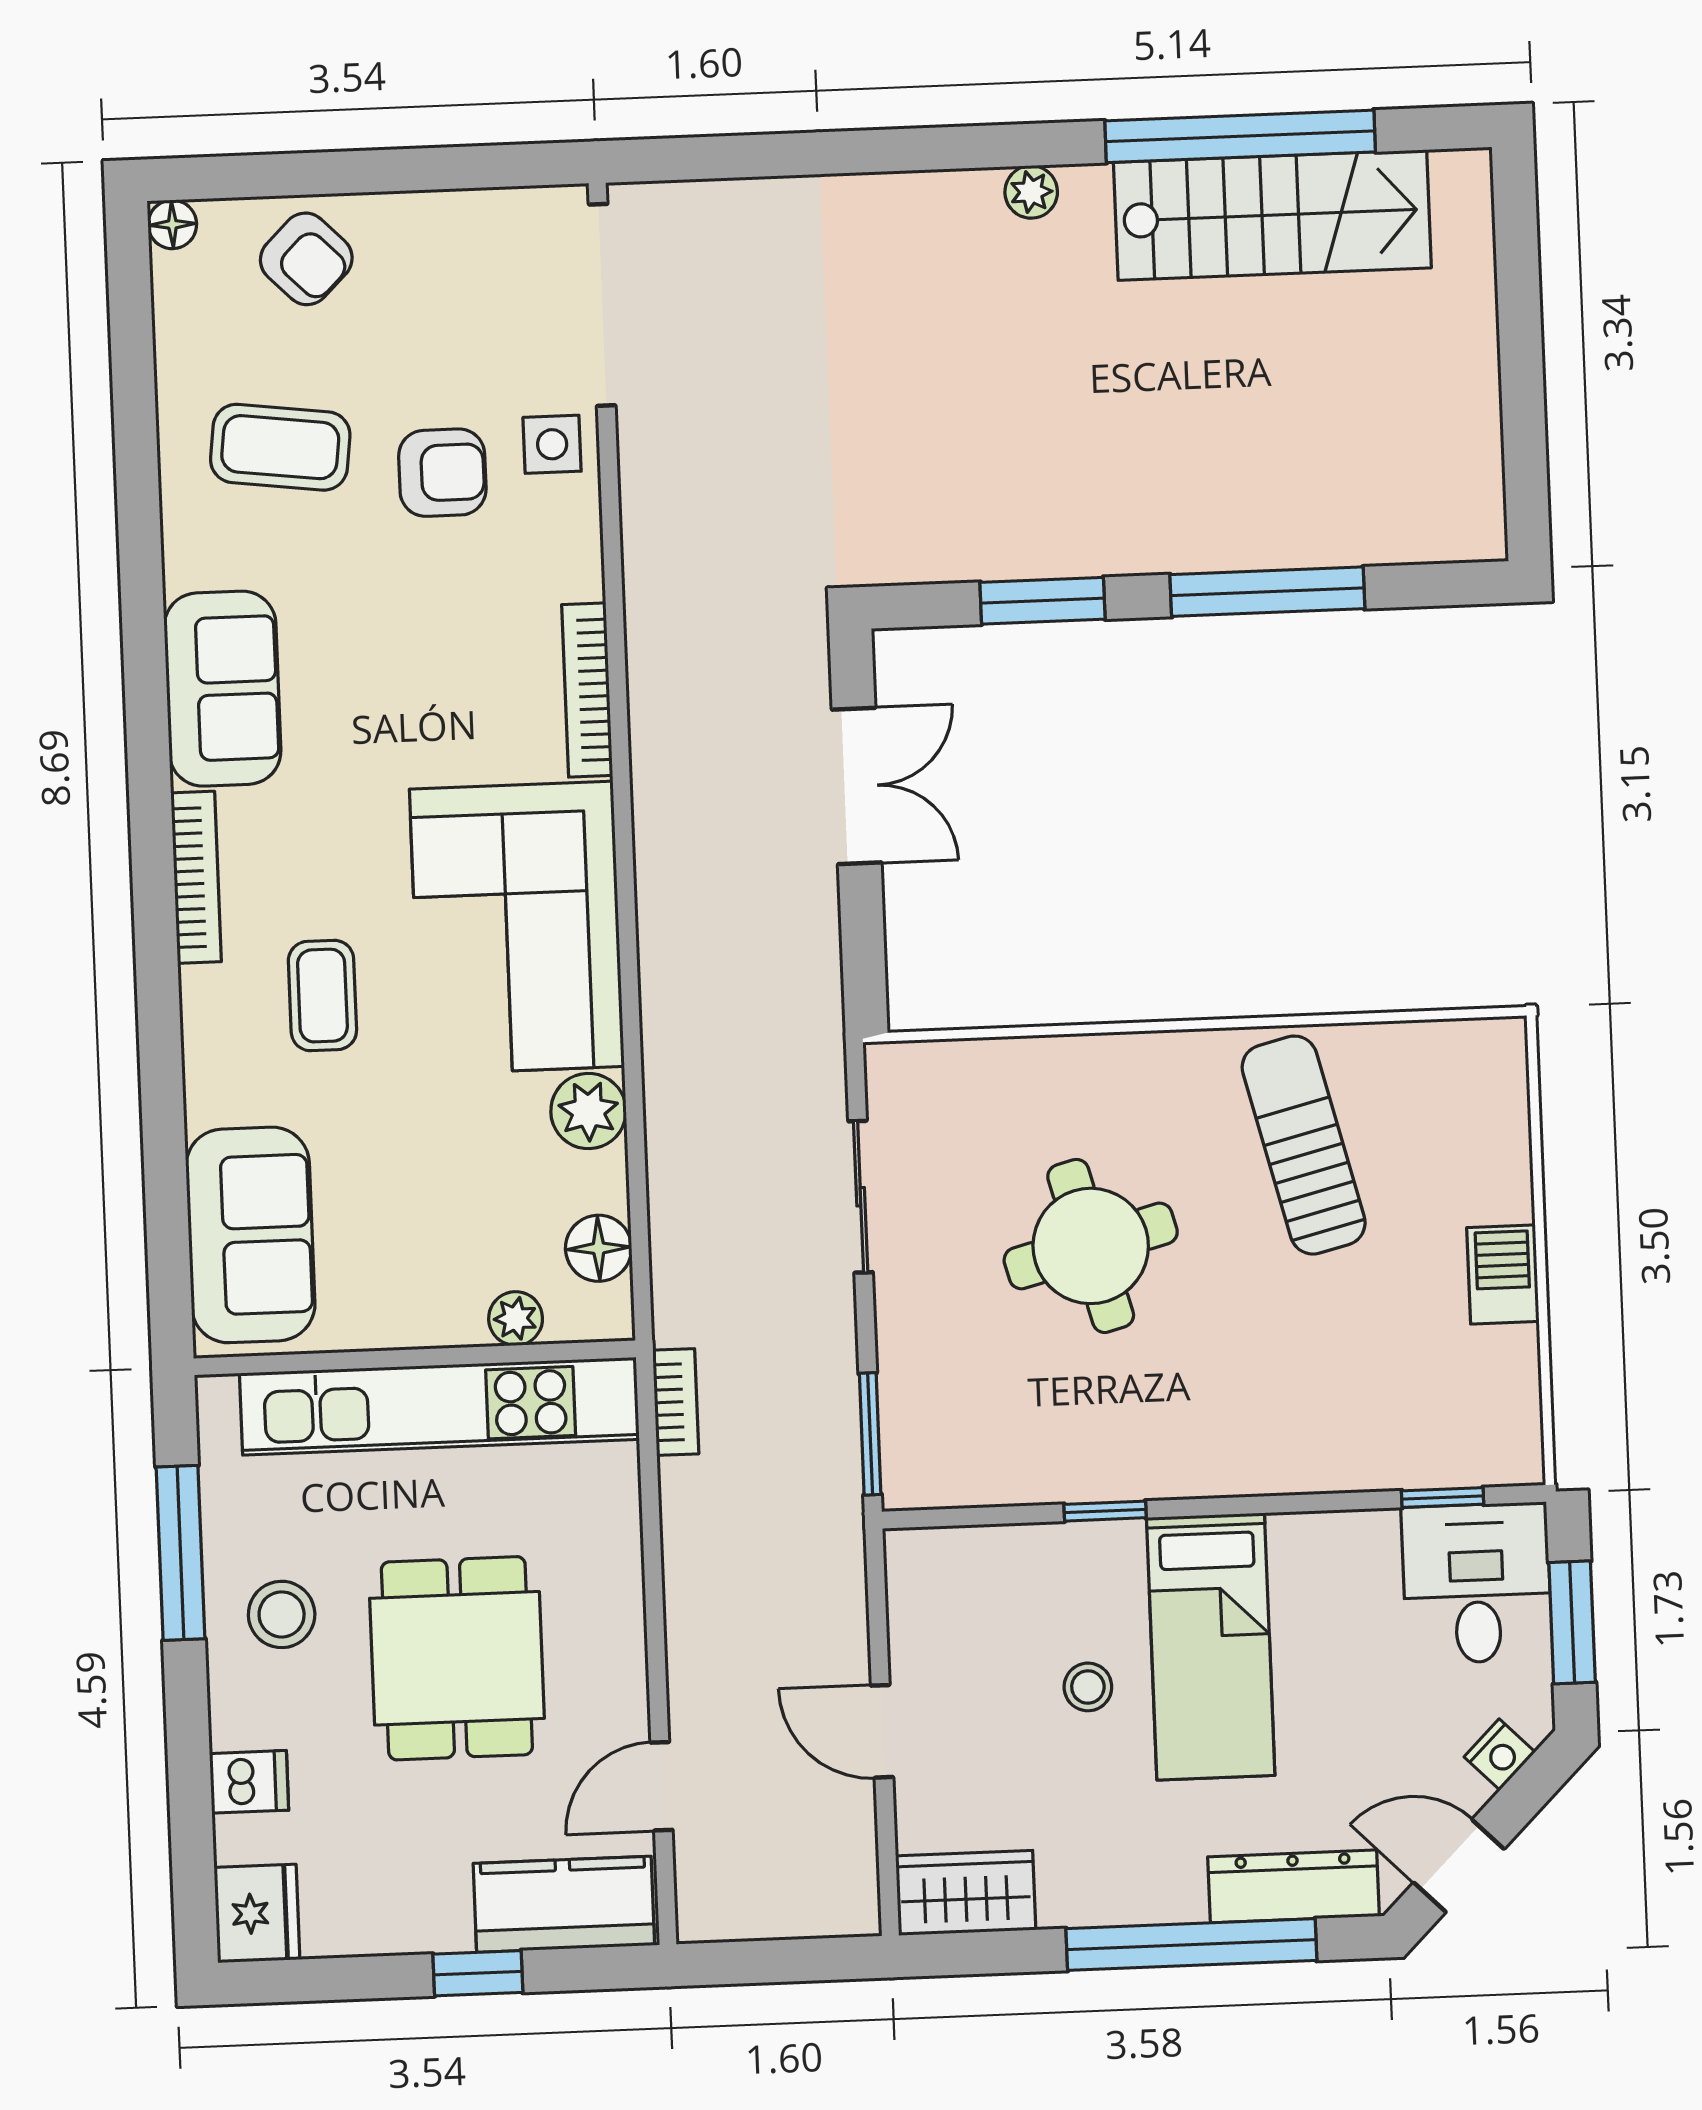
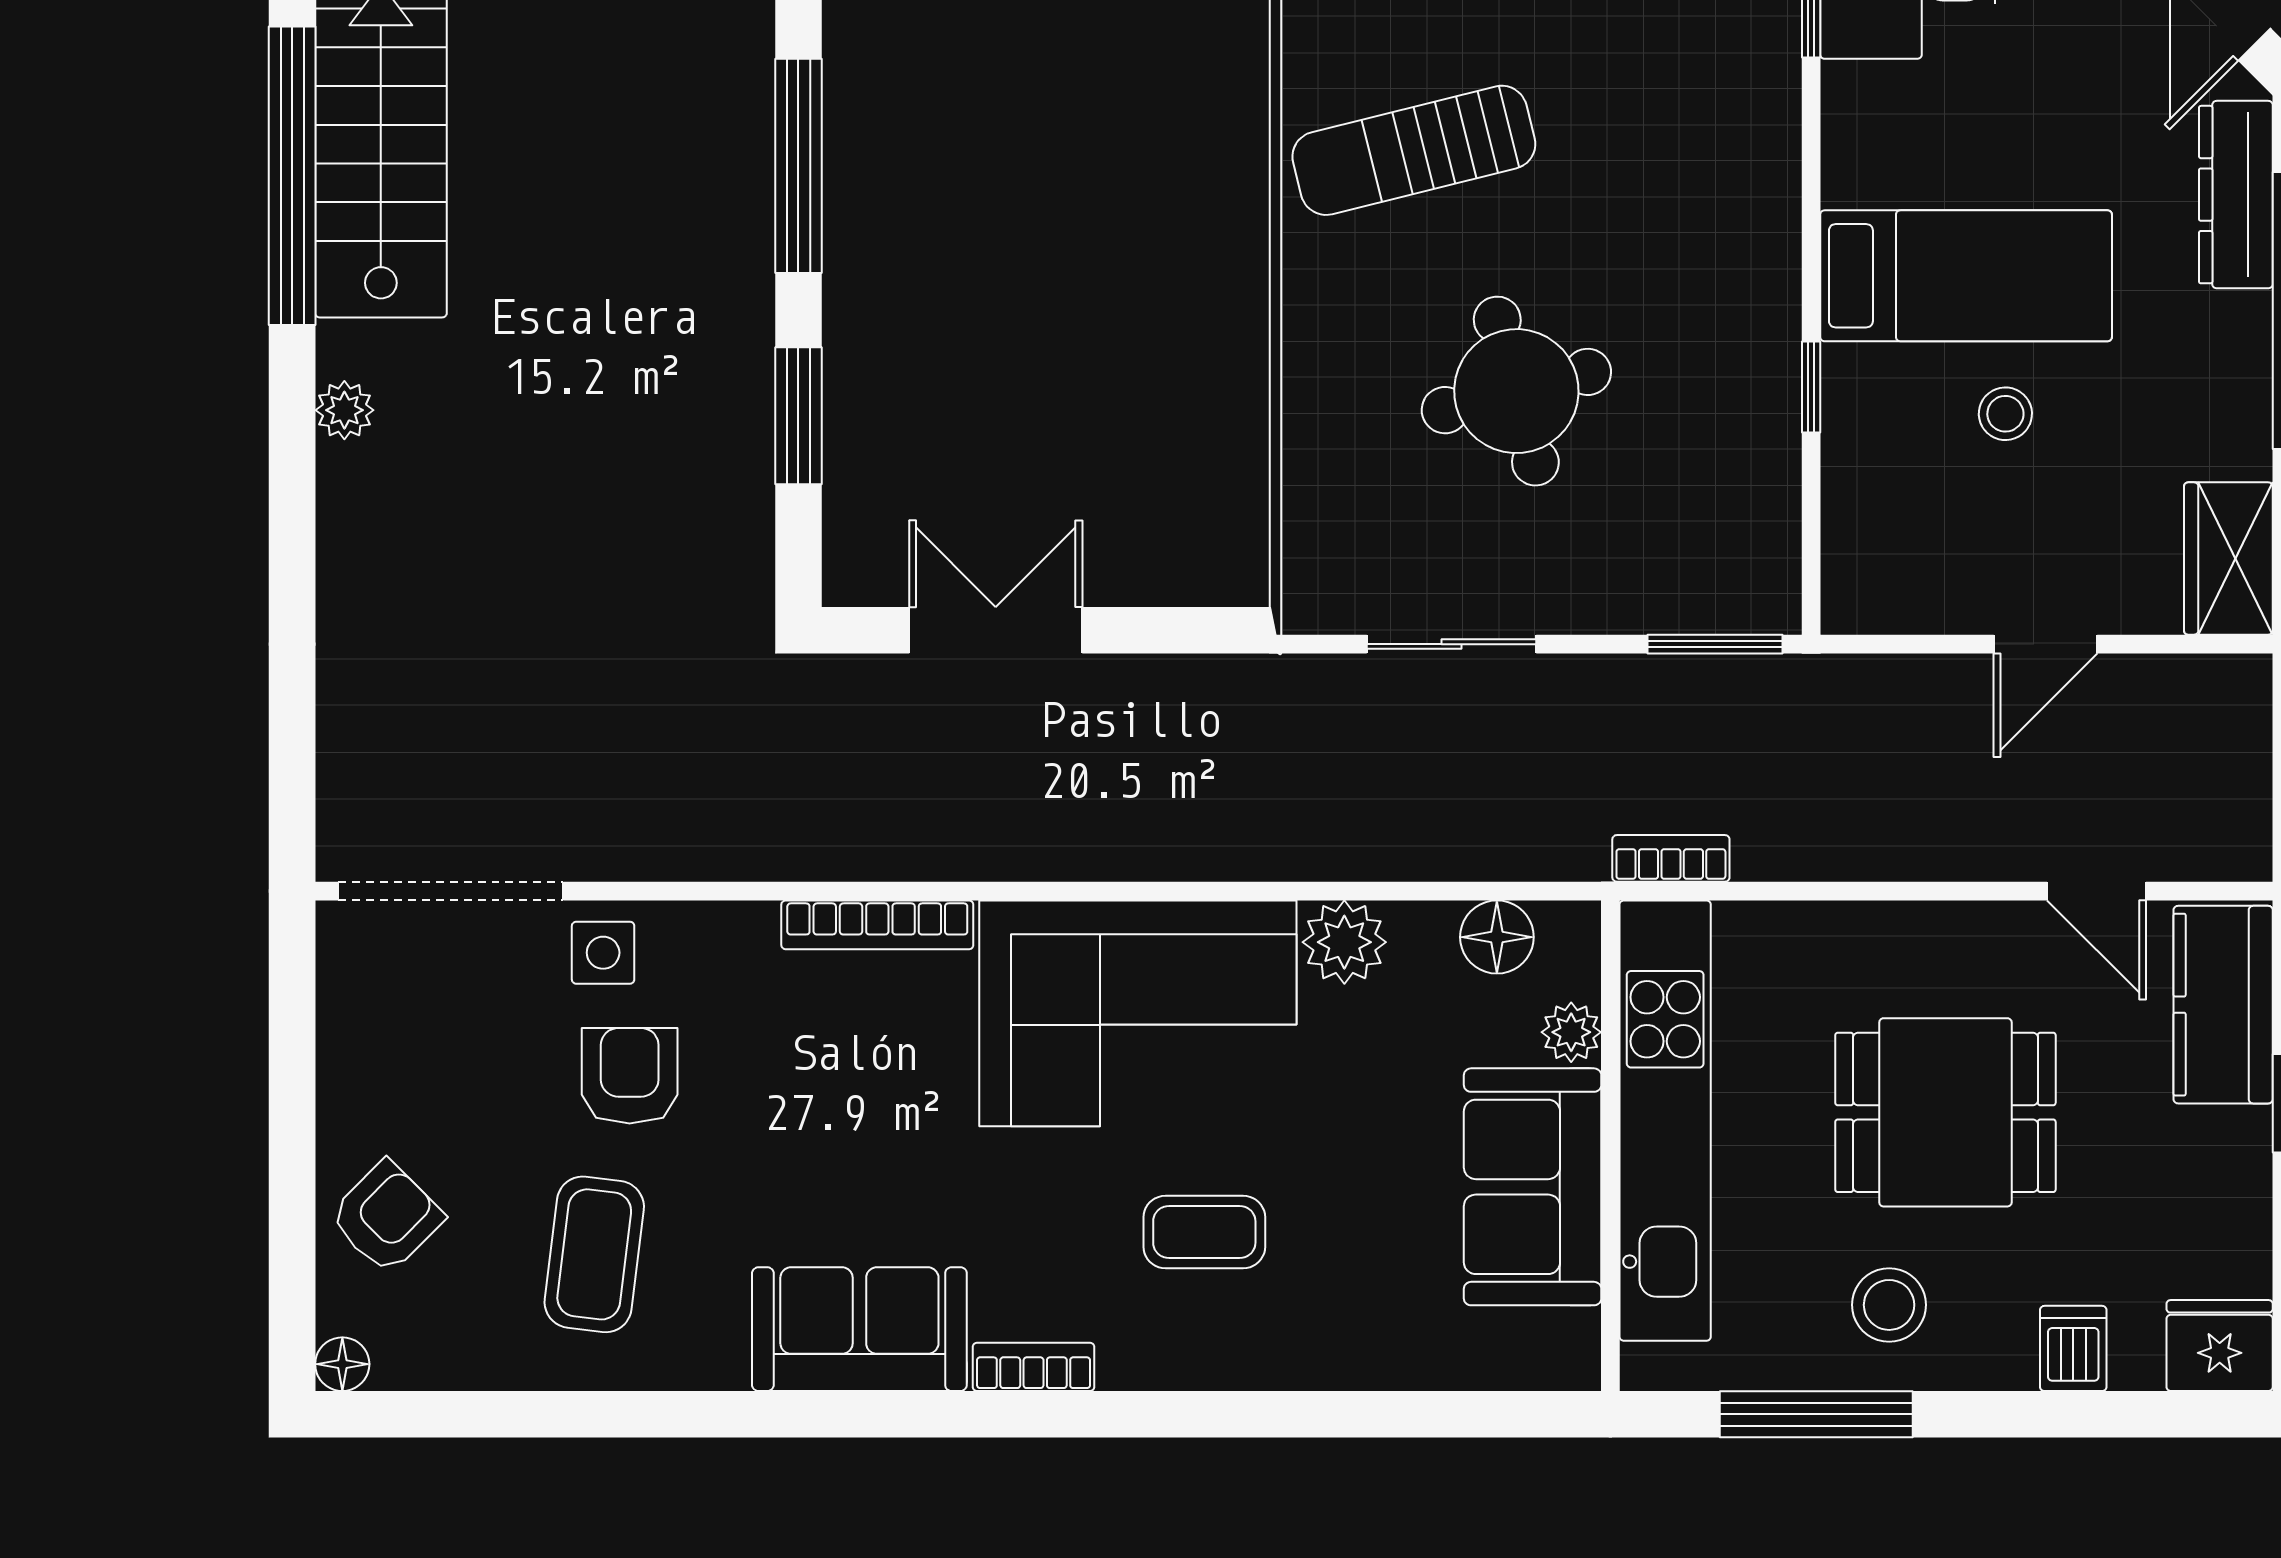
bookcase: (196, 877) -> (1034, 1367), width x0.64
sofa: (250, 1235) -> (1533, 1187), moved, turned -90

